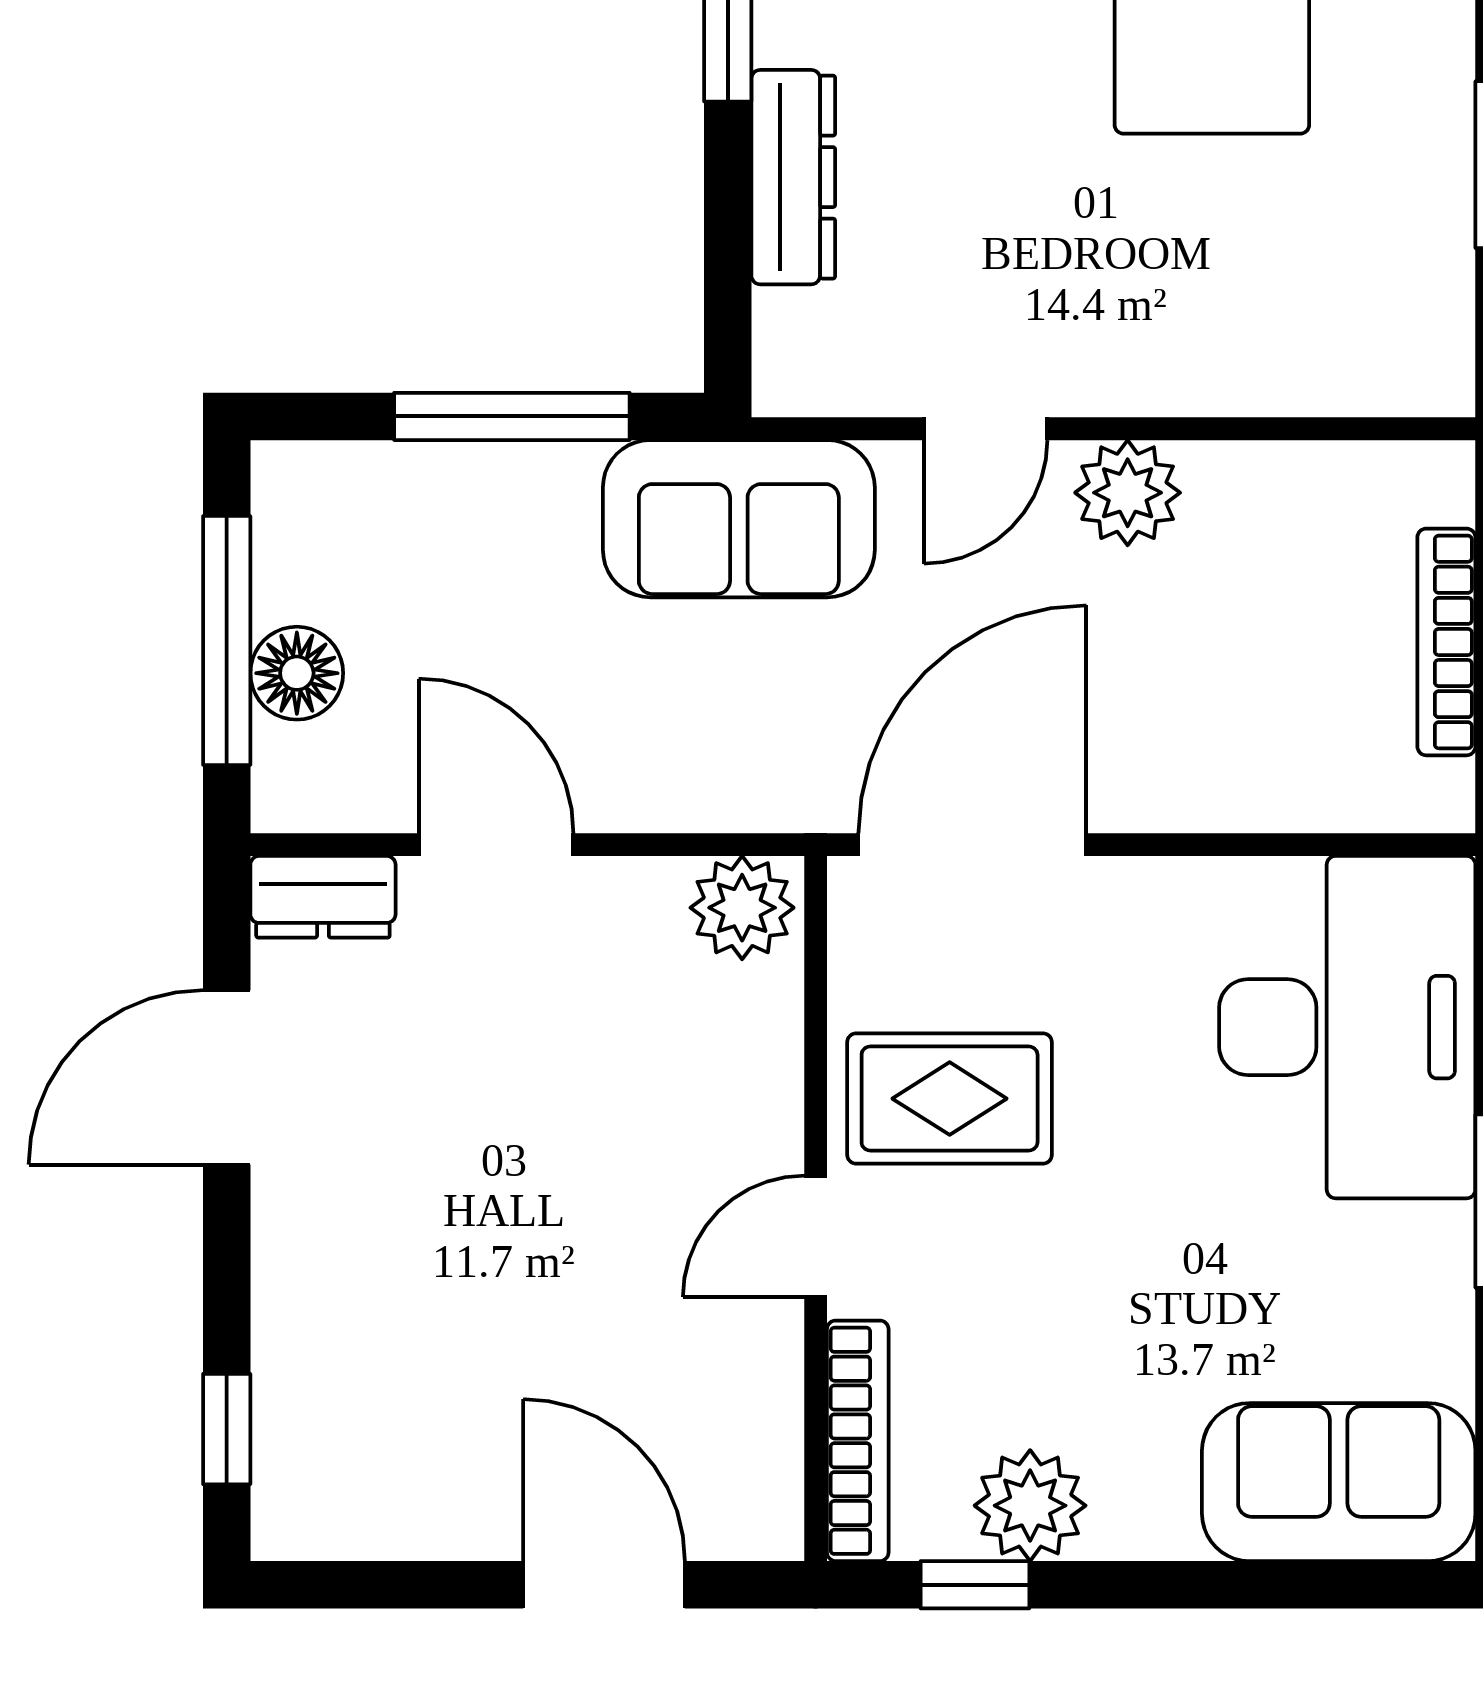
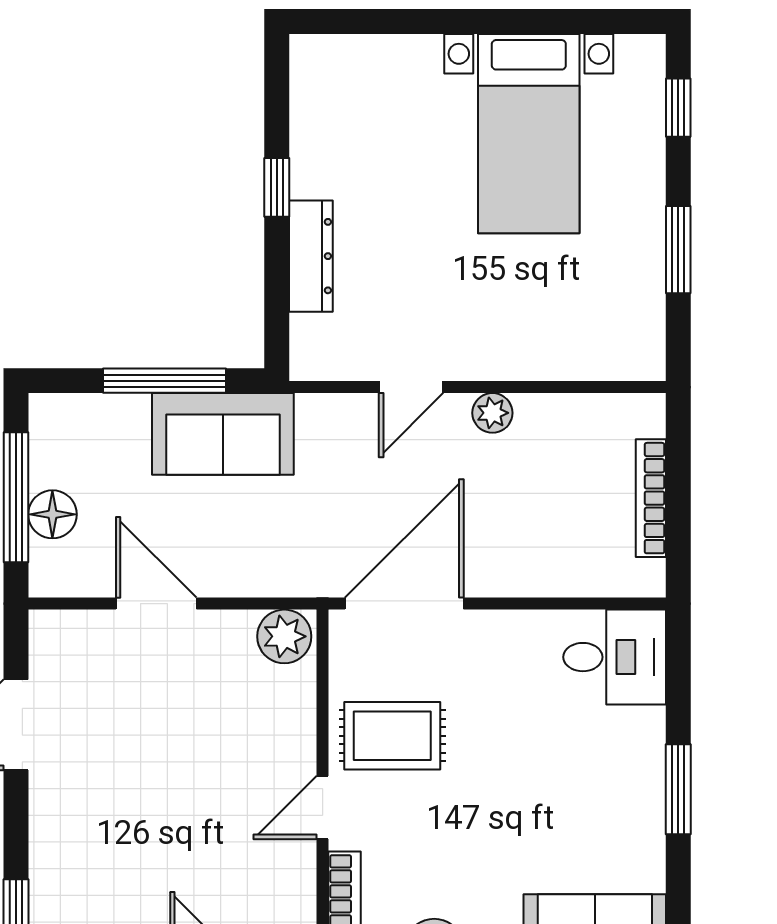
plant: (1128, 493) -> (492, 413), width x0.73, depth x0.73
sofa: (739, 519) -> (223, 434), moved
dresser: (323, 897) -> (66, 631), removed
desk: (1347, 1027) -> (615, 657), width x0.53, depth x0.77

